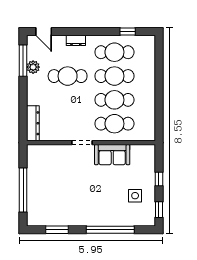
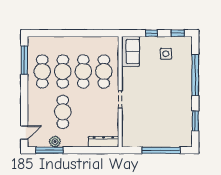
window: (128, 31) -> (24, 60), width x2.17
dresser: (76, 40) -> (32, 105), removed
sofa: (112, 155) -> (130, 51), moved

